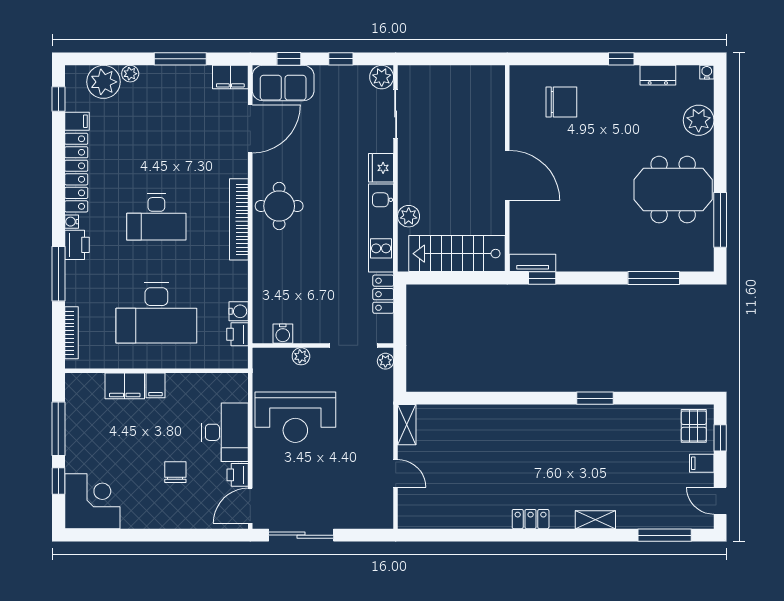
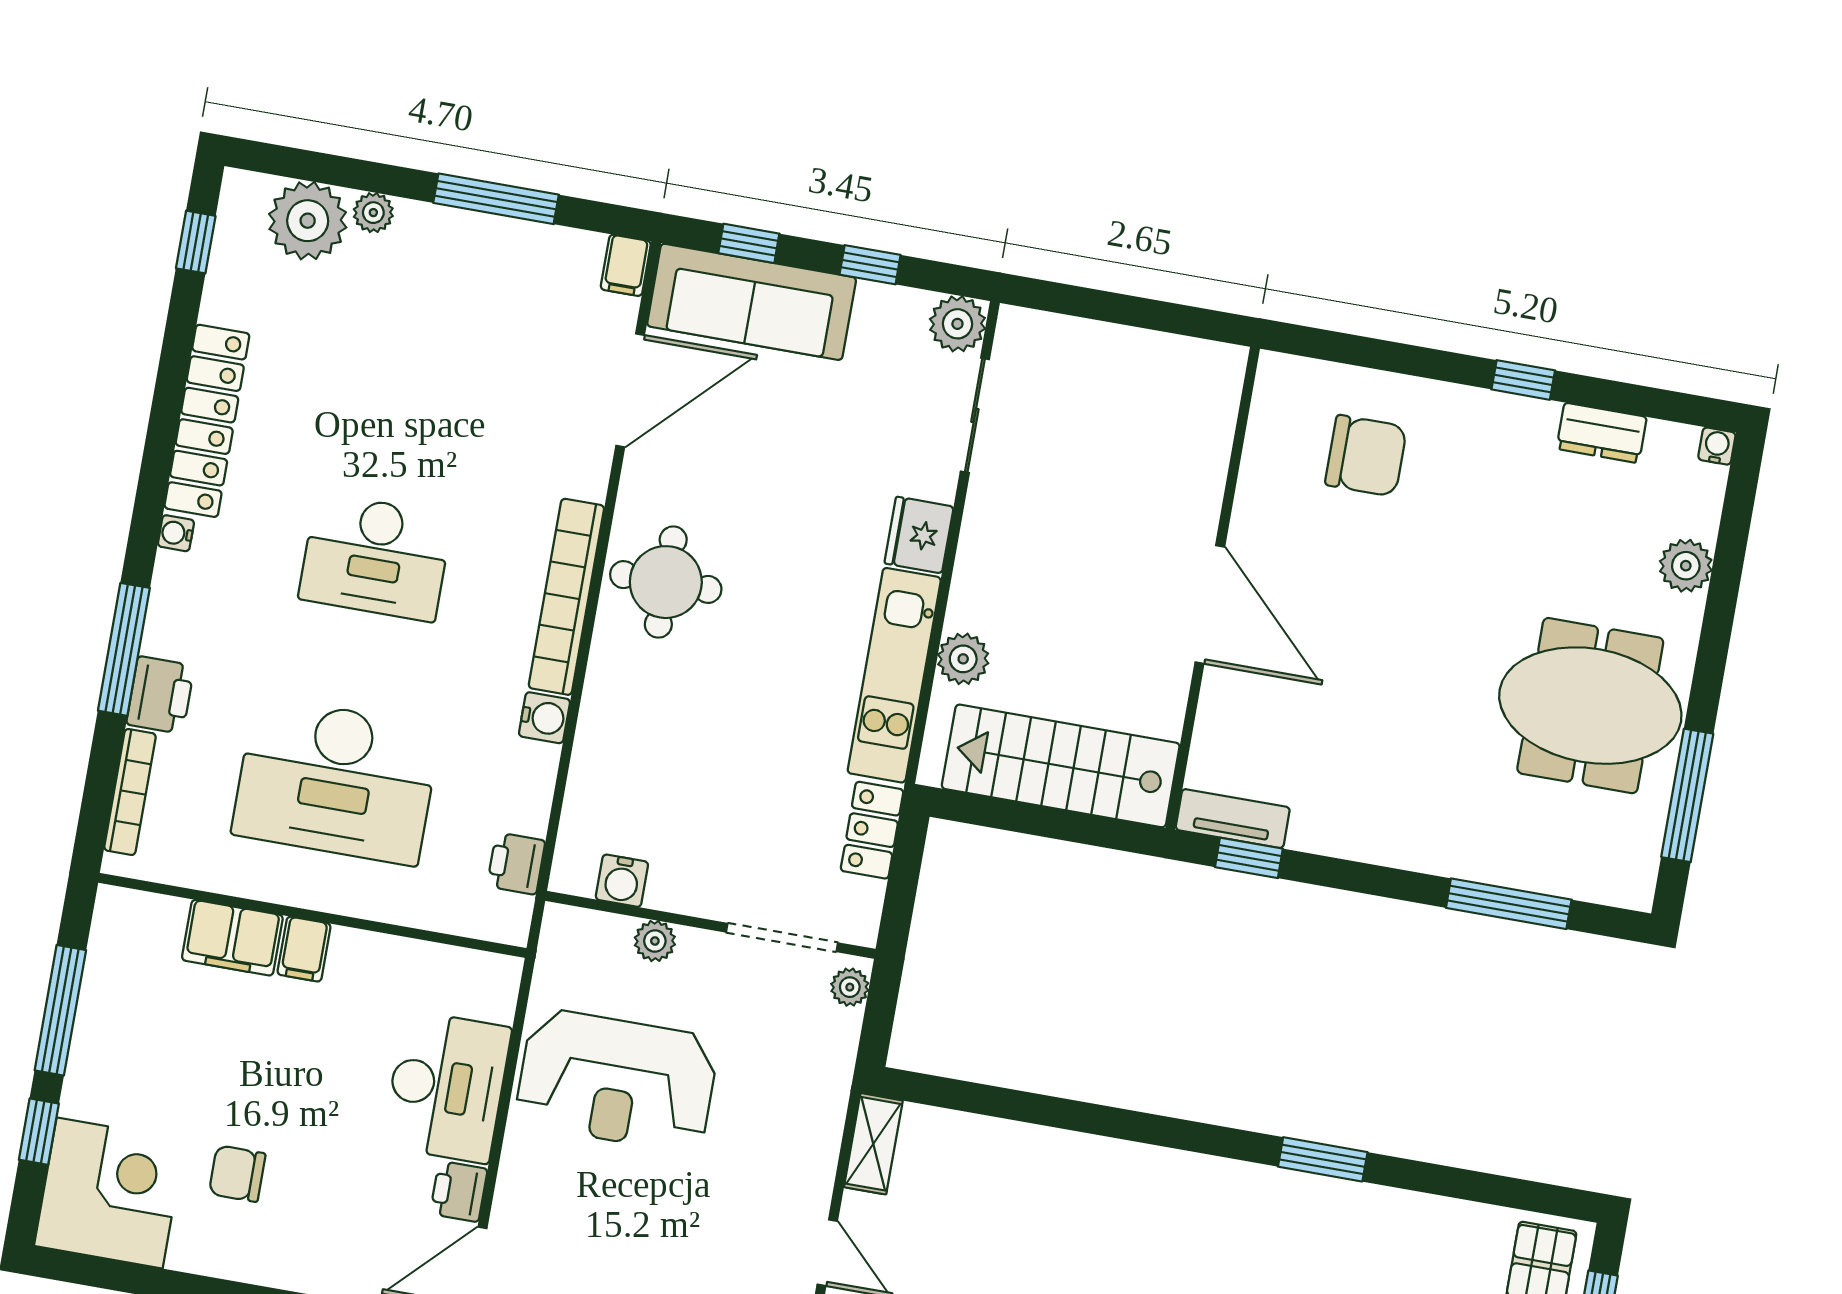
filing cabinet: (230, 77) -> (626, 265), width x0.50
sofa: (283, 83) -> (752, 302), width x1.36
plant: (699, 120) -> (1686, 566), width x0.73, depth x0.73
filing cabinet: (77, 121) -> (230, 301), removed
printer: (77, 245) -> (160, 695), moved
water cooler: (239, 311) -> (544, 718), moved
chair: (175, 472) -> (237, 1174), moved, turned -90

